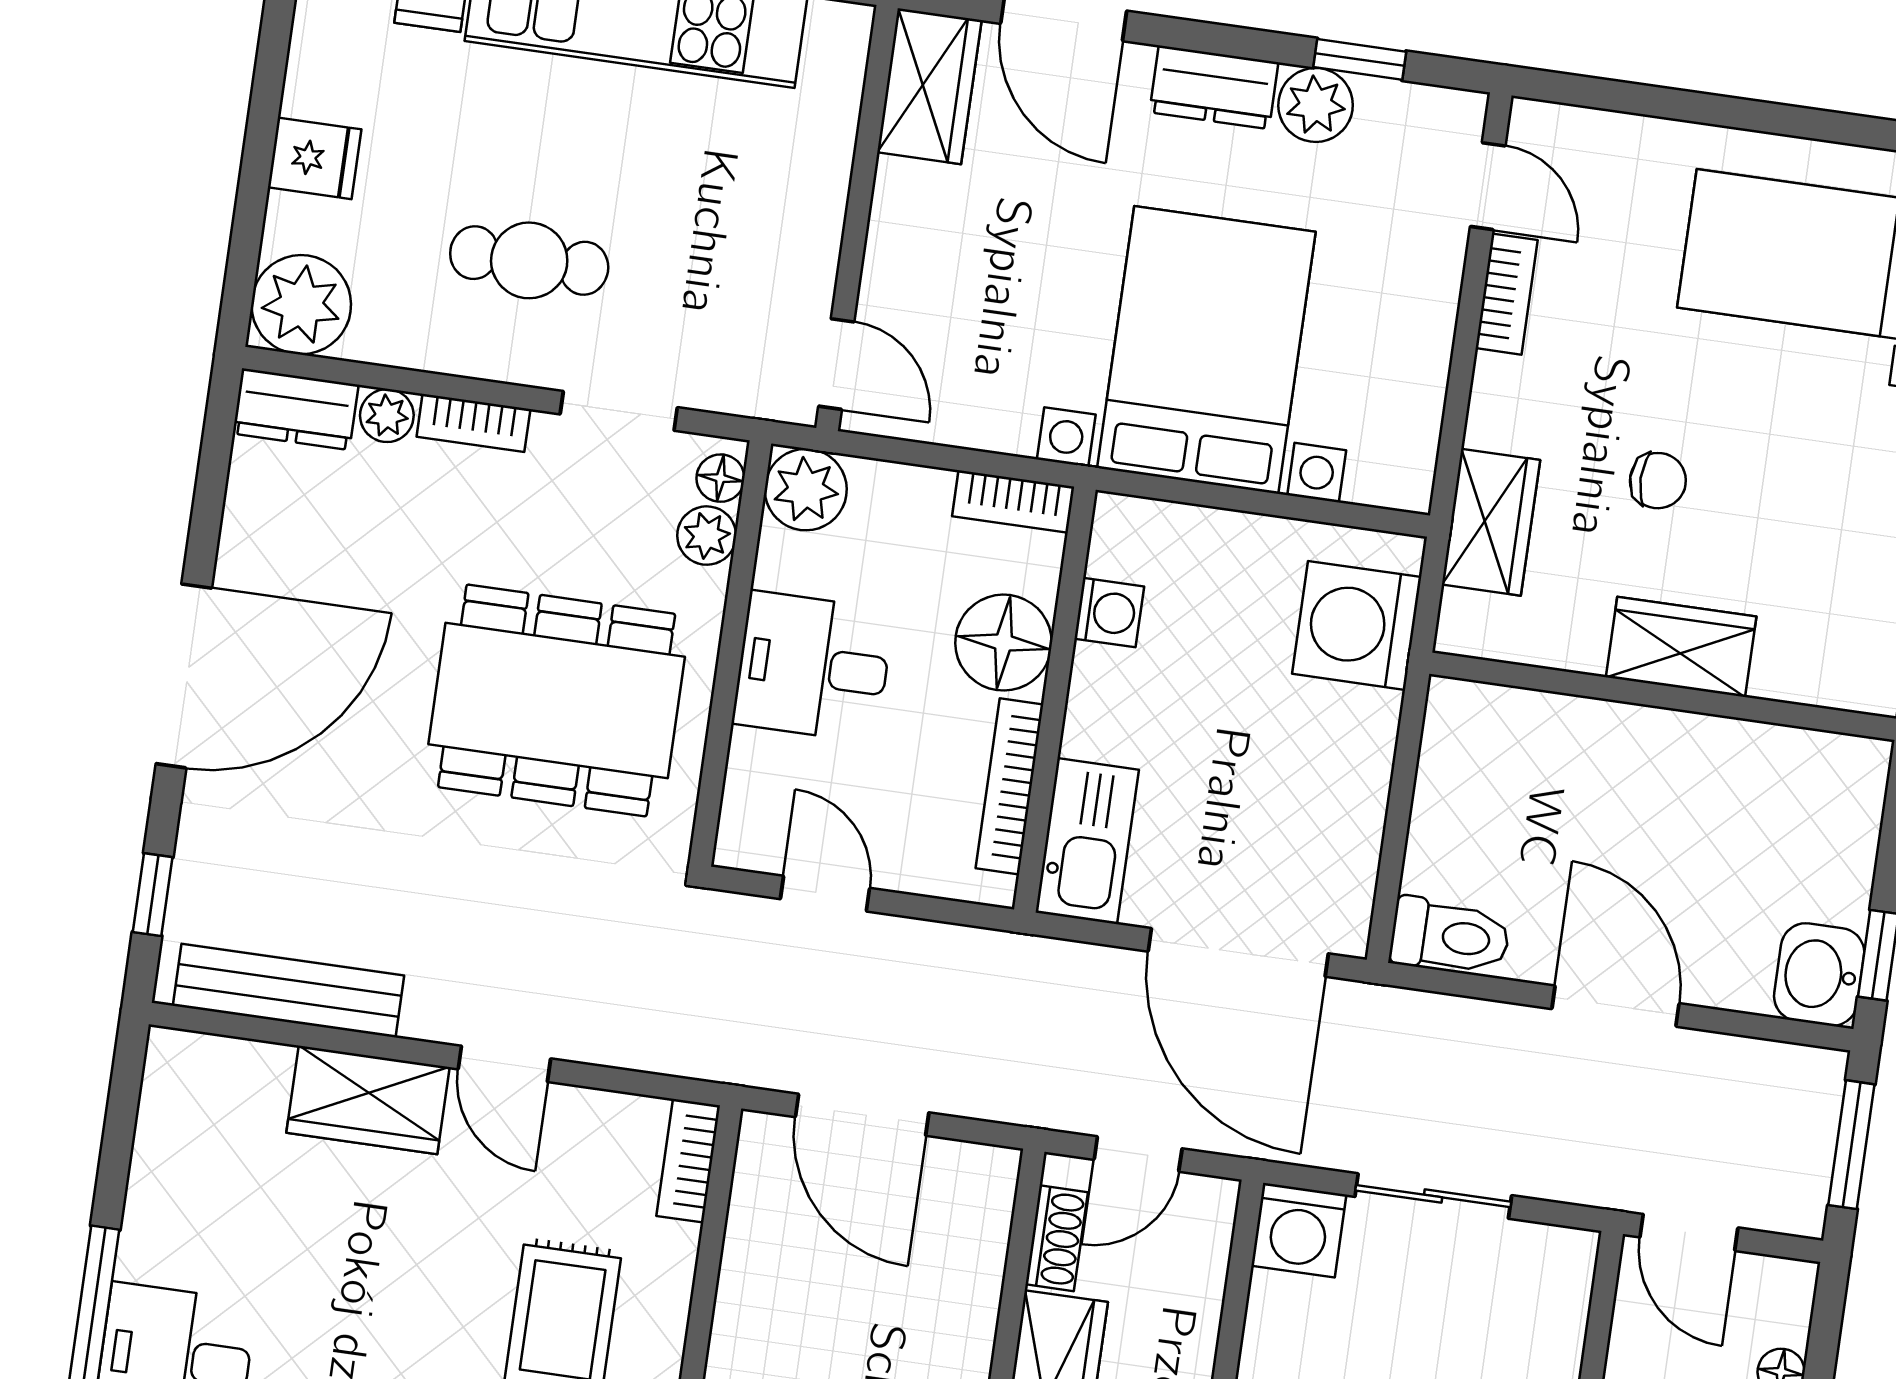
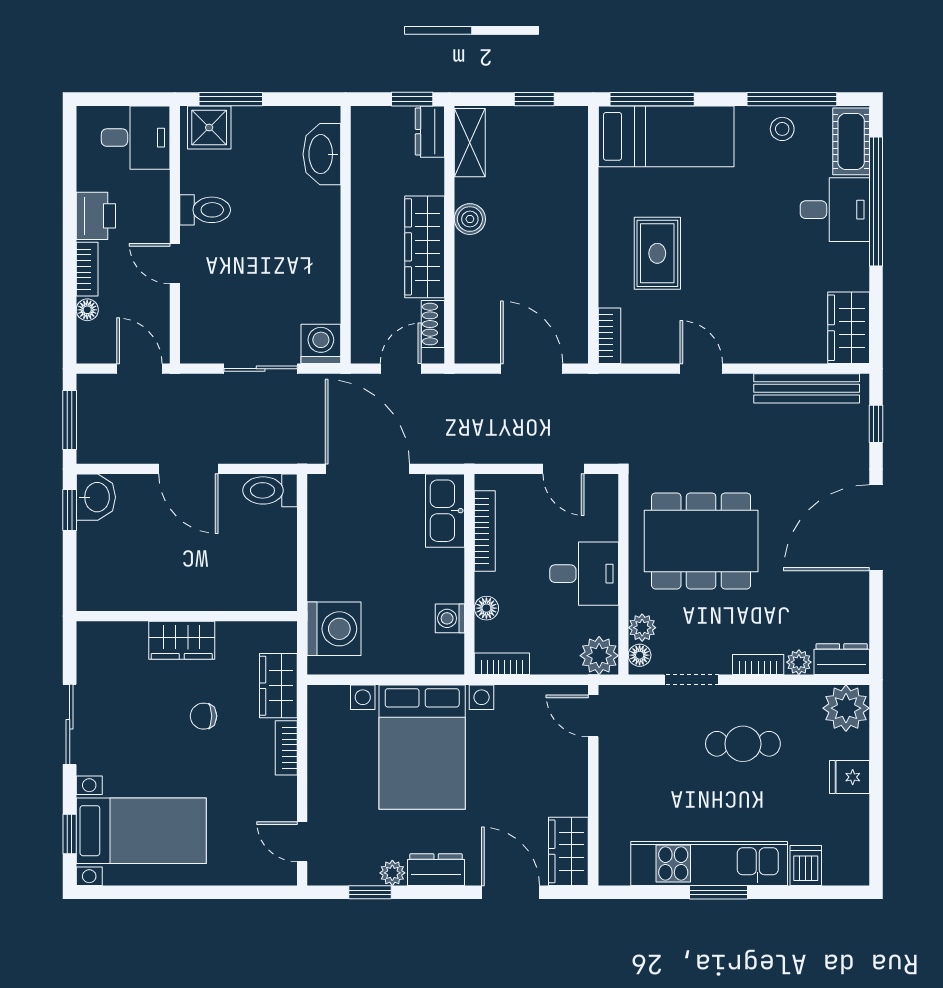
plant: (1316, 105) -> (392, 873), width x0.73, depth x0.73
bookcase: (1507, 294) -> (286, 748), moved
floor lamp: (1004, 643) -> (486, 608), width x0.53, depth x0.53
wardrobe: (368, 1100) -> (849, 328), moved, turned -90

